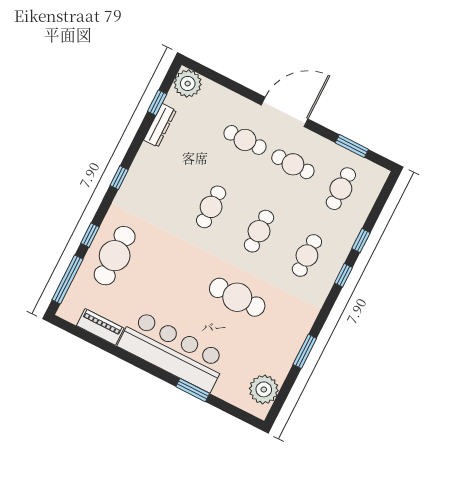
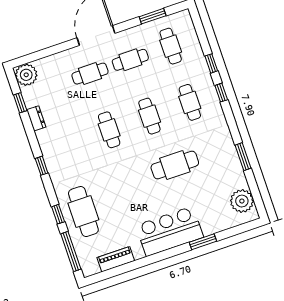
dresser: (160, 125) -> (36, 118), width x0.70
bar counter: (173, 351) -> (170, 231), width x0.73

